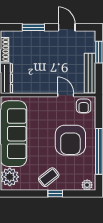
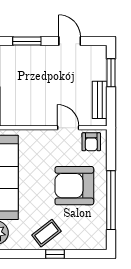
bench: (90, 73) -> (100, 100), width x0.73
armchair: (70, 140) -> (74, 186), turned 90
plant: (87, 185) -> (96, 243), removed

